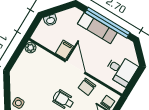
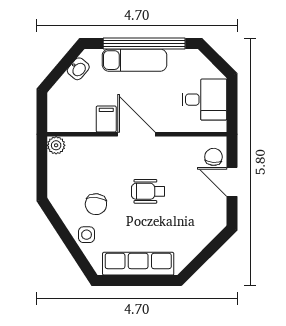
washbasin: (50, 20) -> (78, 69), moved
chair: (87, 87) -> (96, 204), moved

